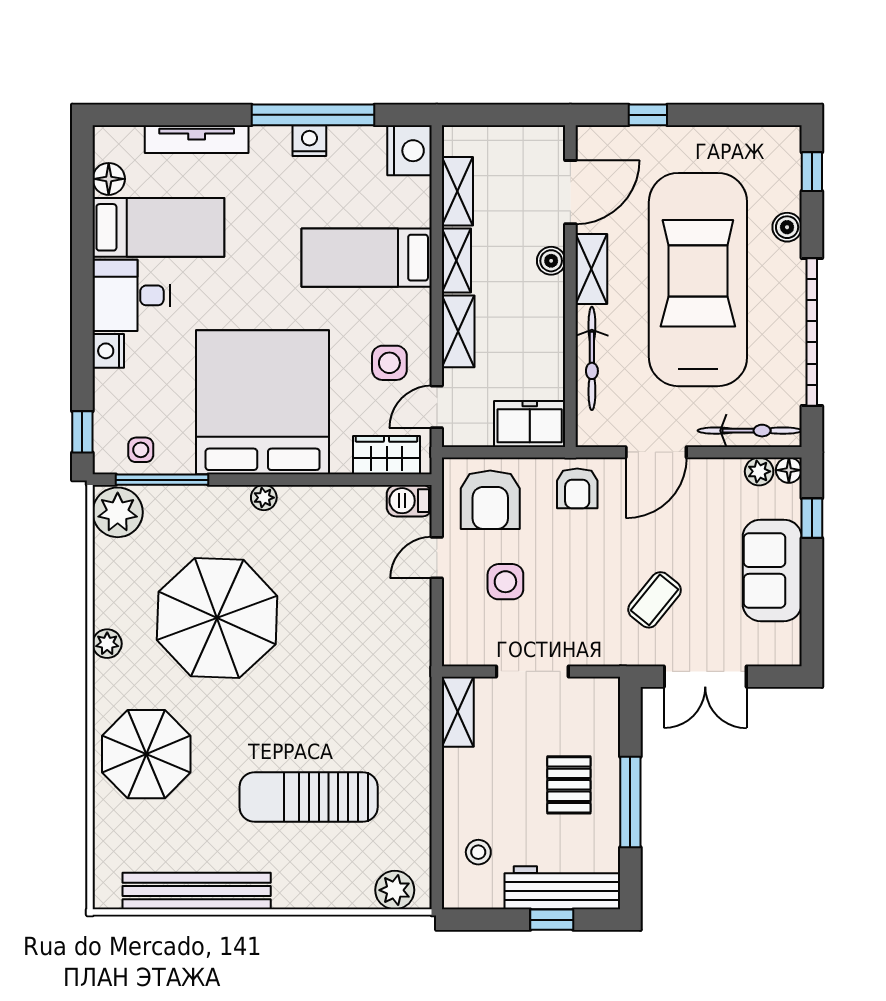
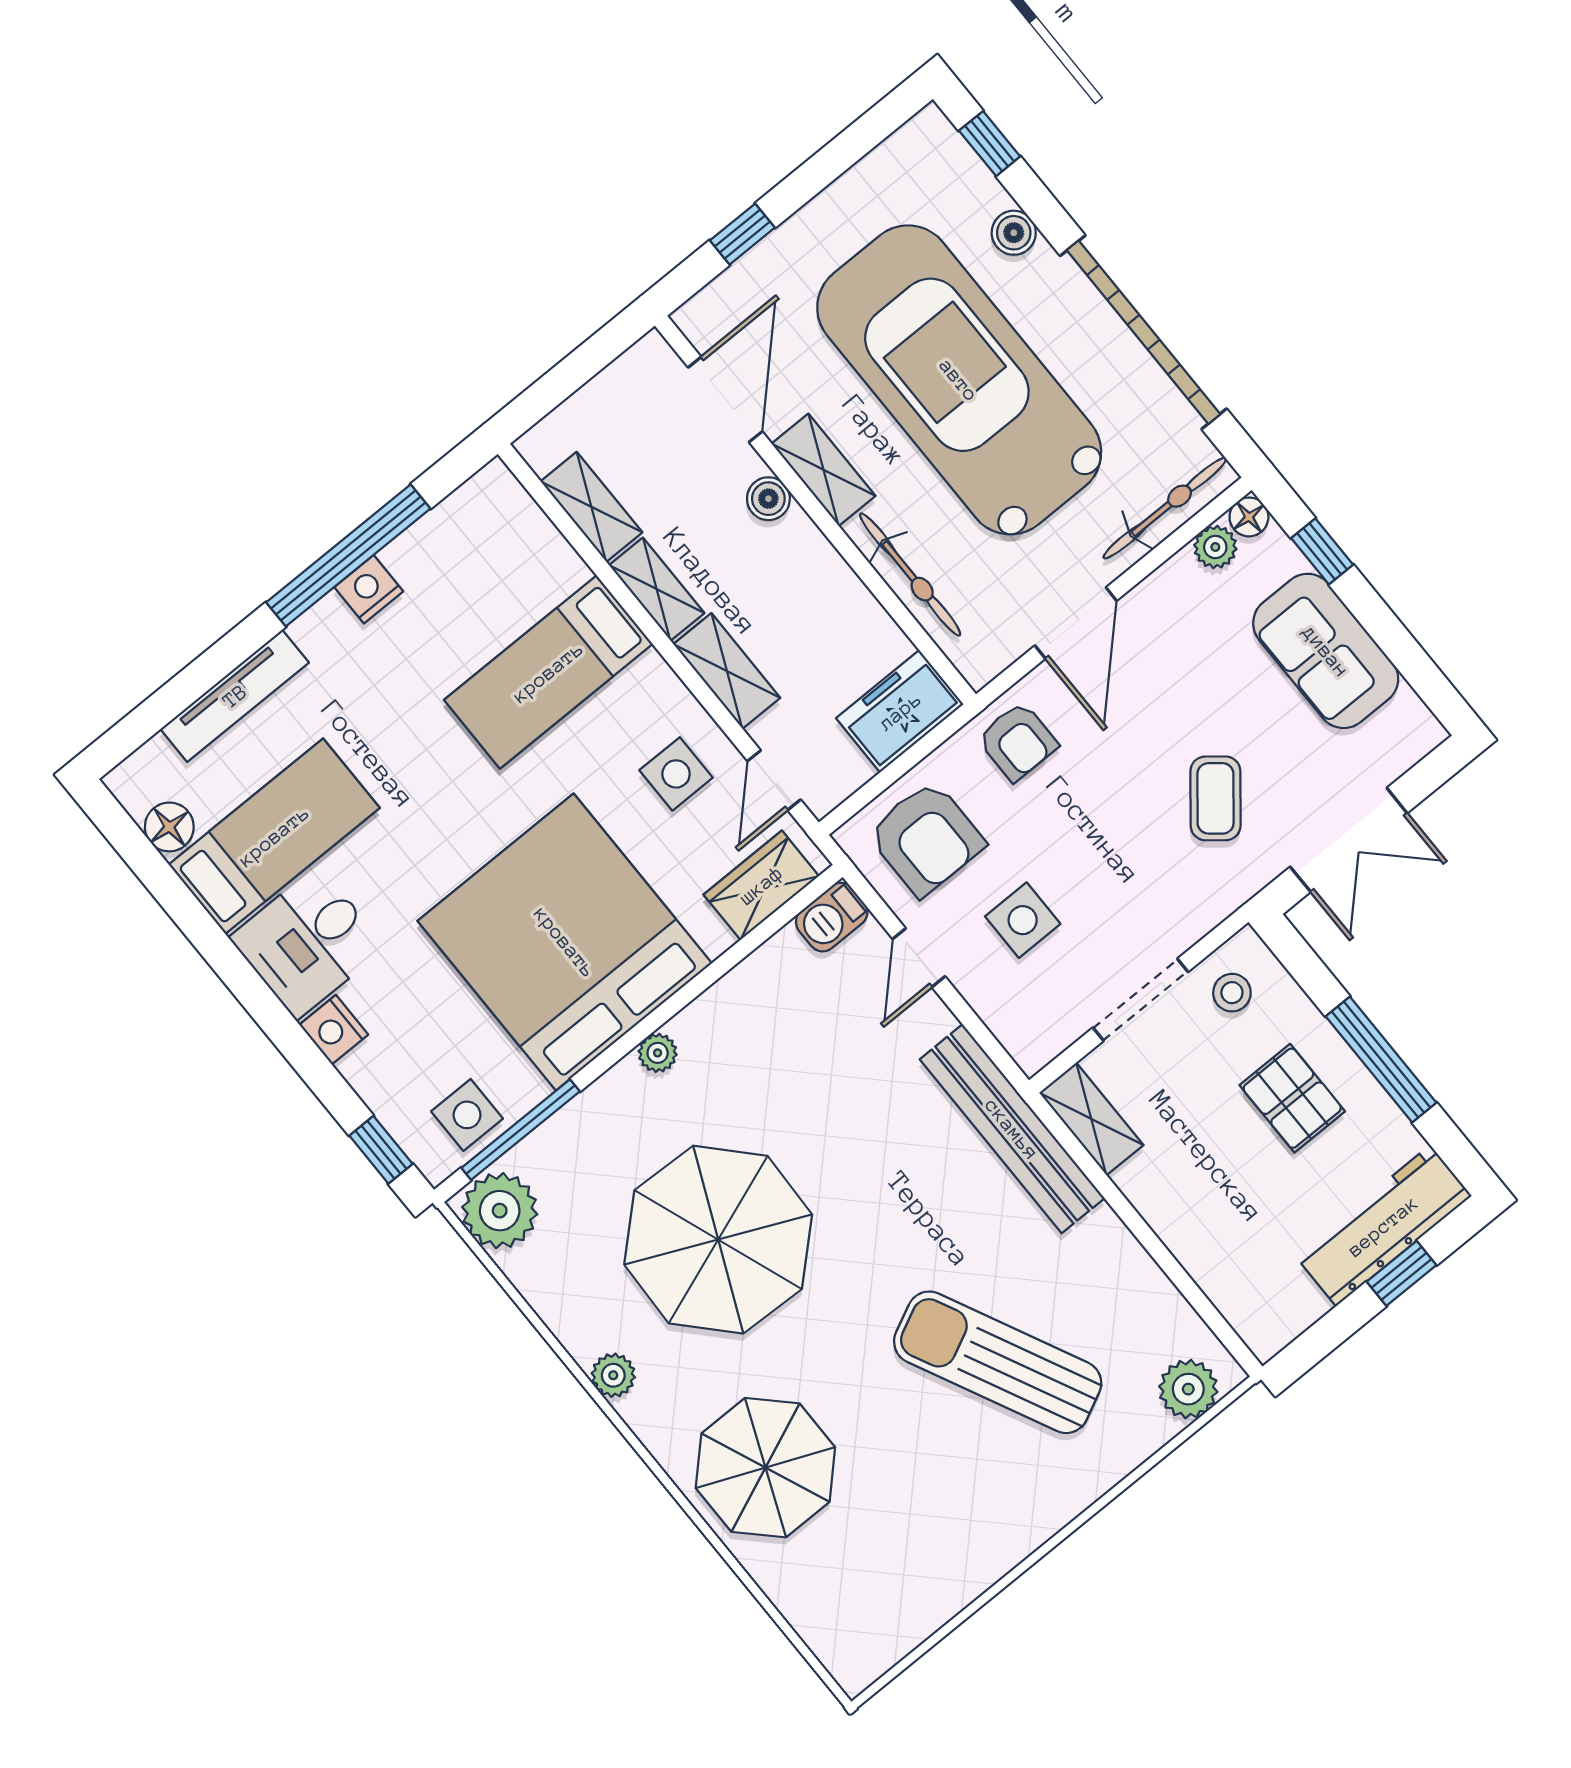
nightstand: (409, 151) -> (496, 505), removed
side table: (141, 450) -> (467, 1115), width x1.37, depth x1.37
sun lounger: (309, 797) -> (998, 1362), turned 64
stool: (478, 852) -> (1232, 993), moved
bench: (197, 891) -> (1012, 1129), moved, turned 90

